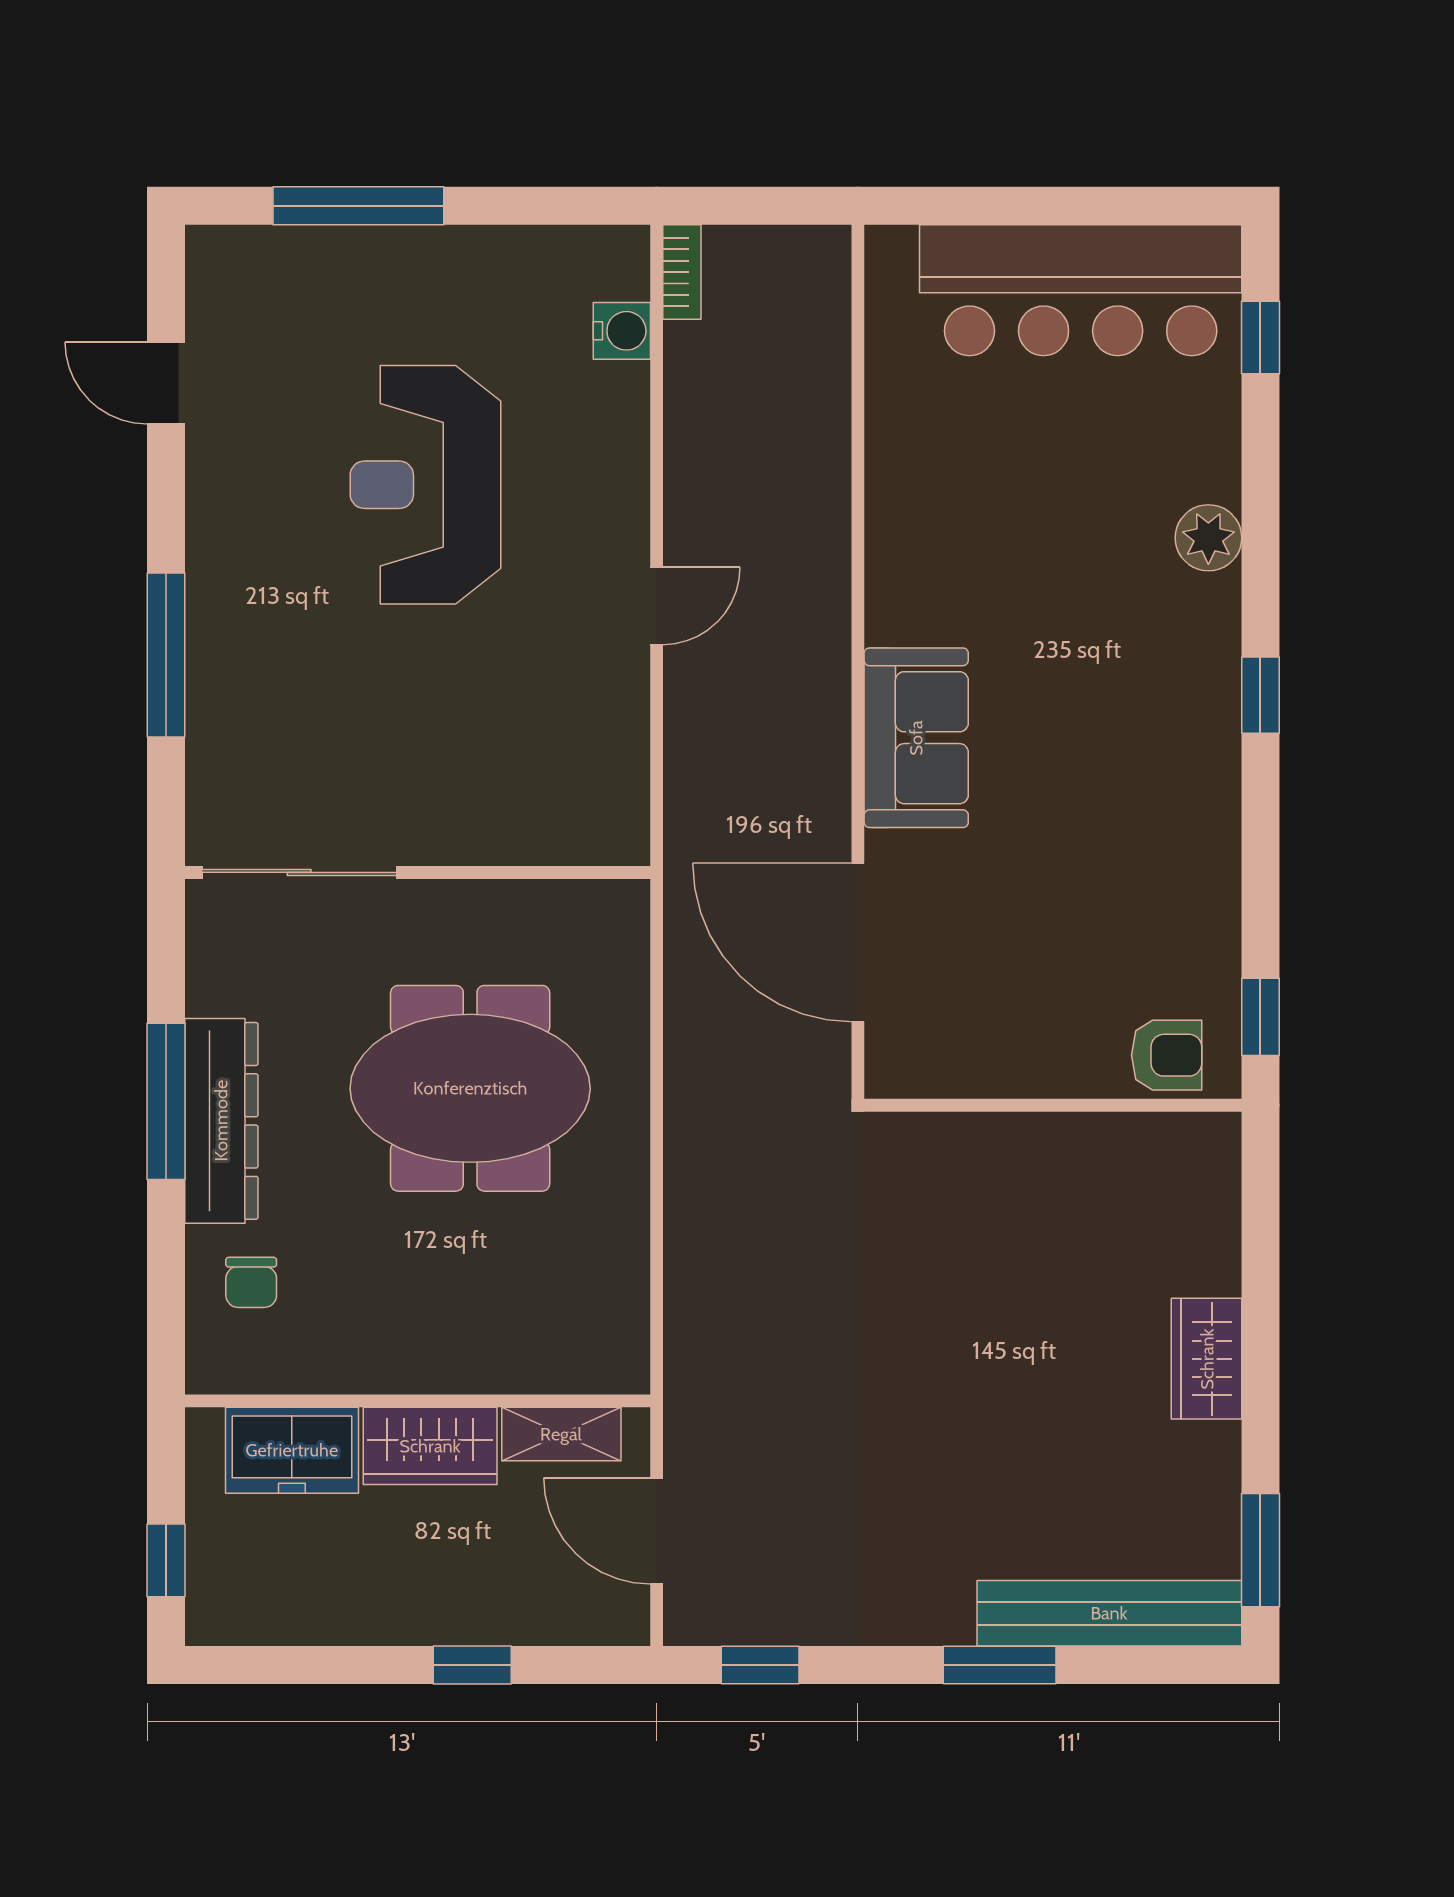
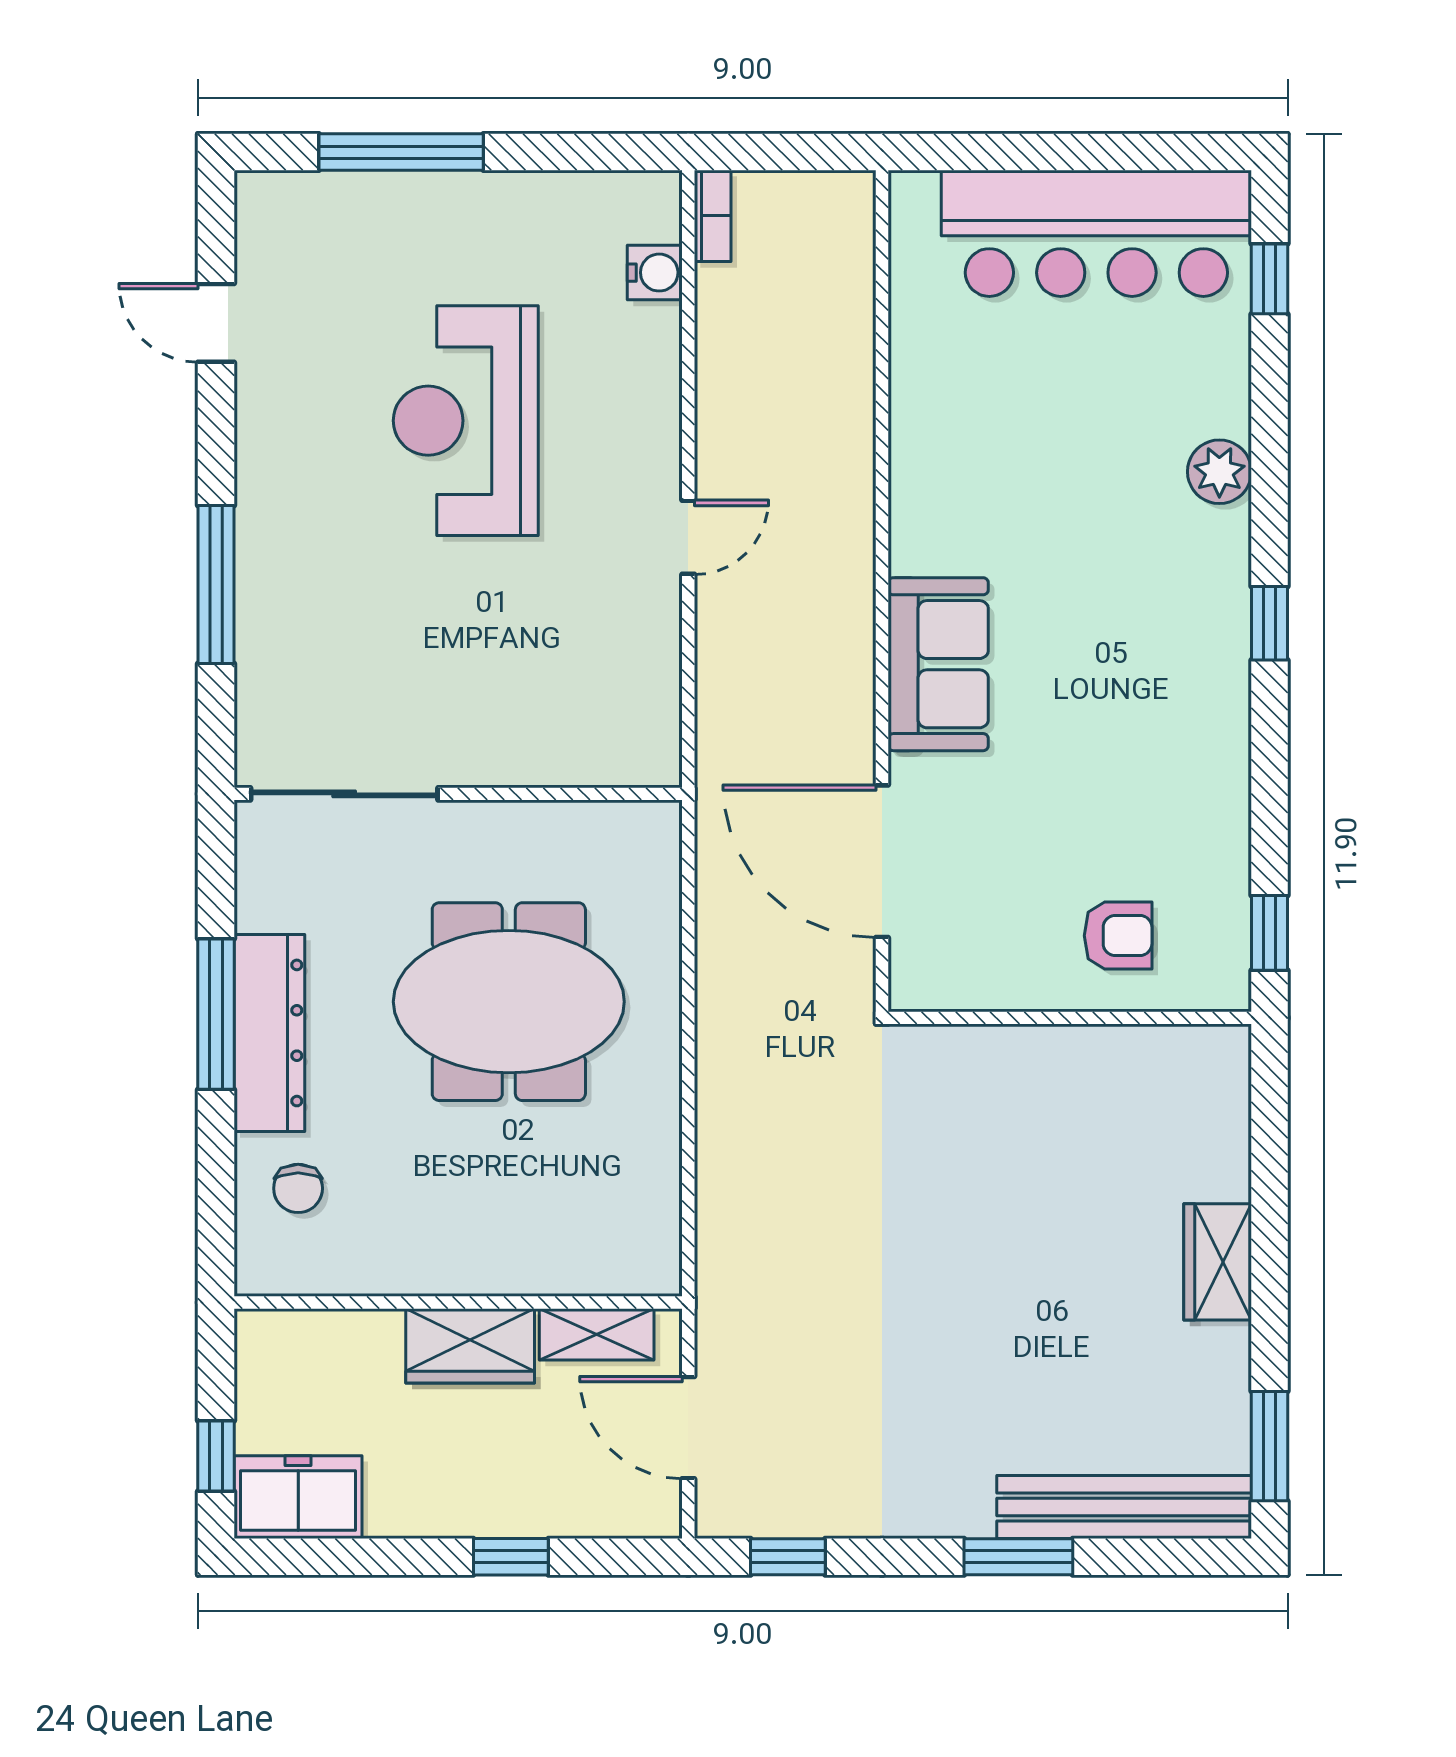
armchair: (1167, 1055) -> (1118, 936), moved
freezer: (292, 1450) -> (298, 1497), moved, turned 180

